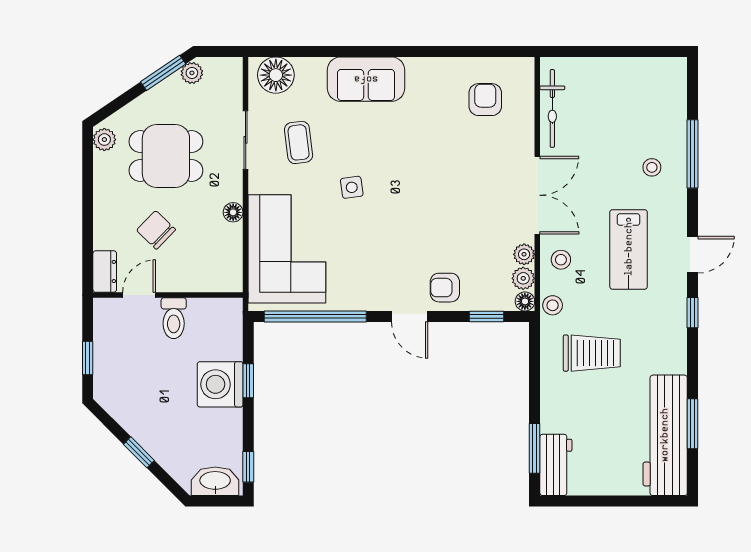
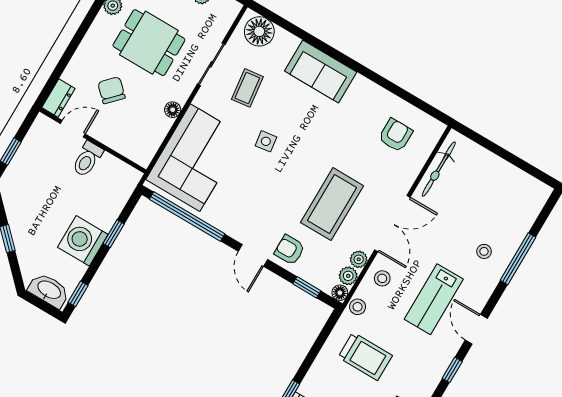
coffee table: (461, 212) -> (332, 204), added
door: (692, 255) -> (476, 329), swing flipped
washing machine: (220, 384) -> (83, 241), moved

